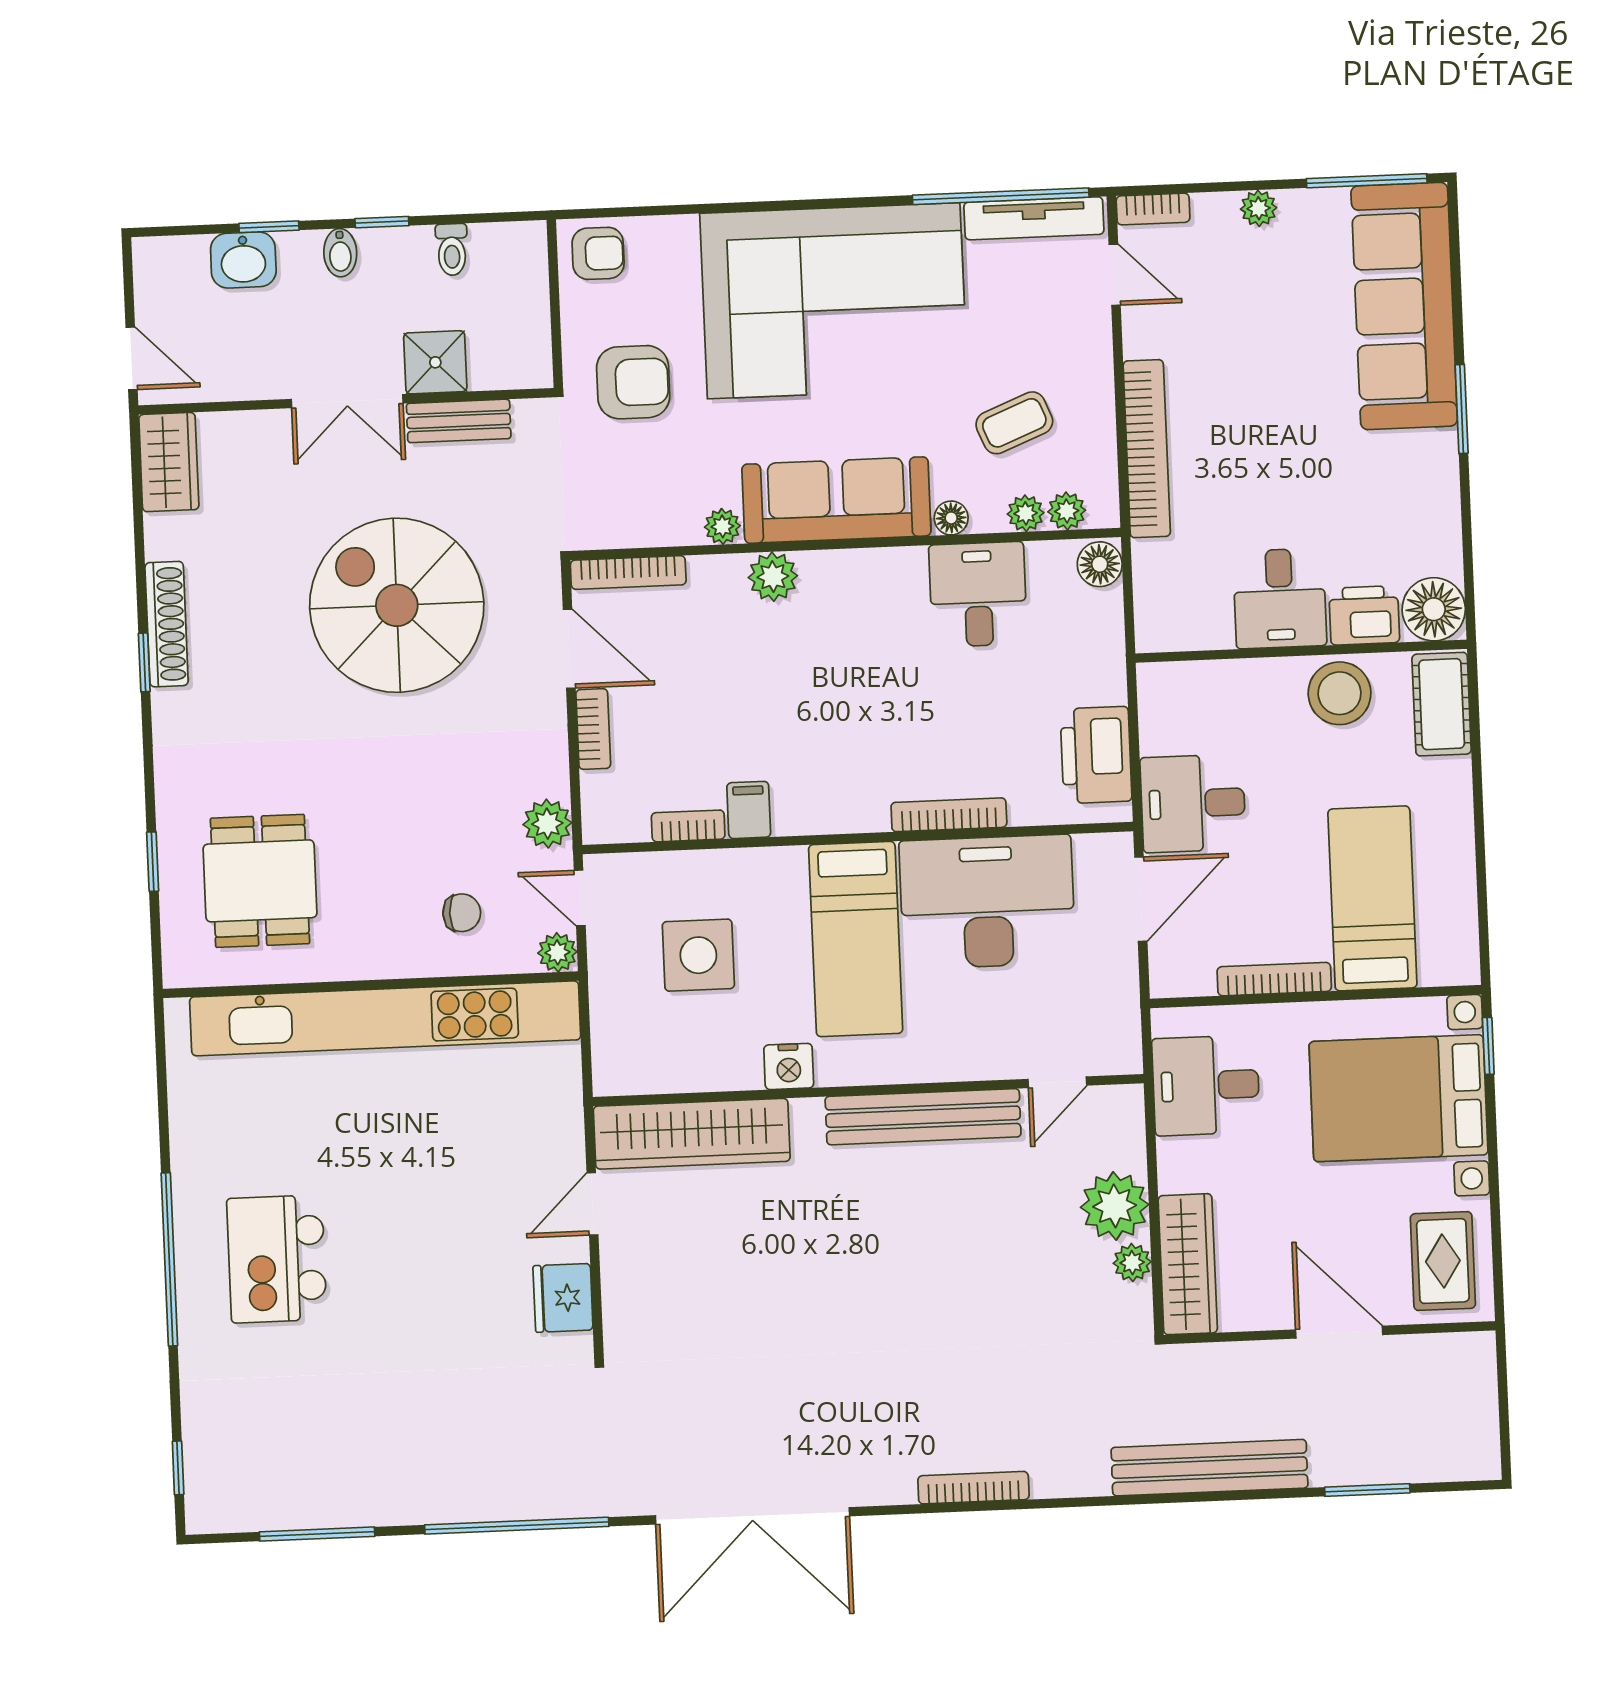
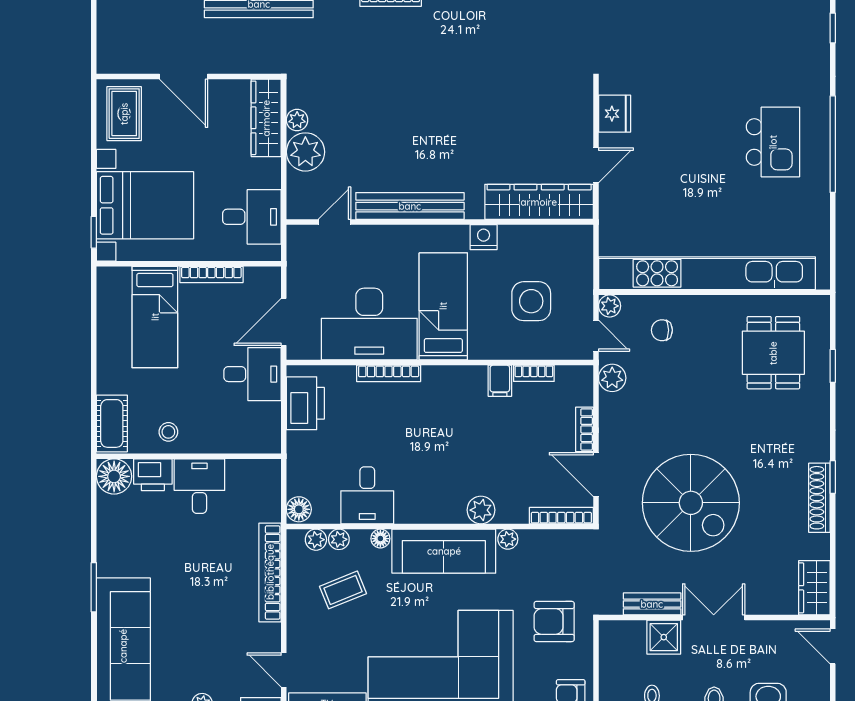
stool: (1340, 693) -> (168, 432), width x0.53, depth x0.53

